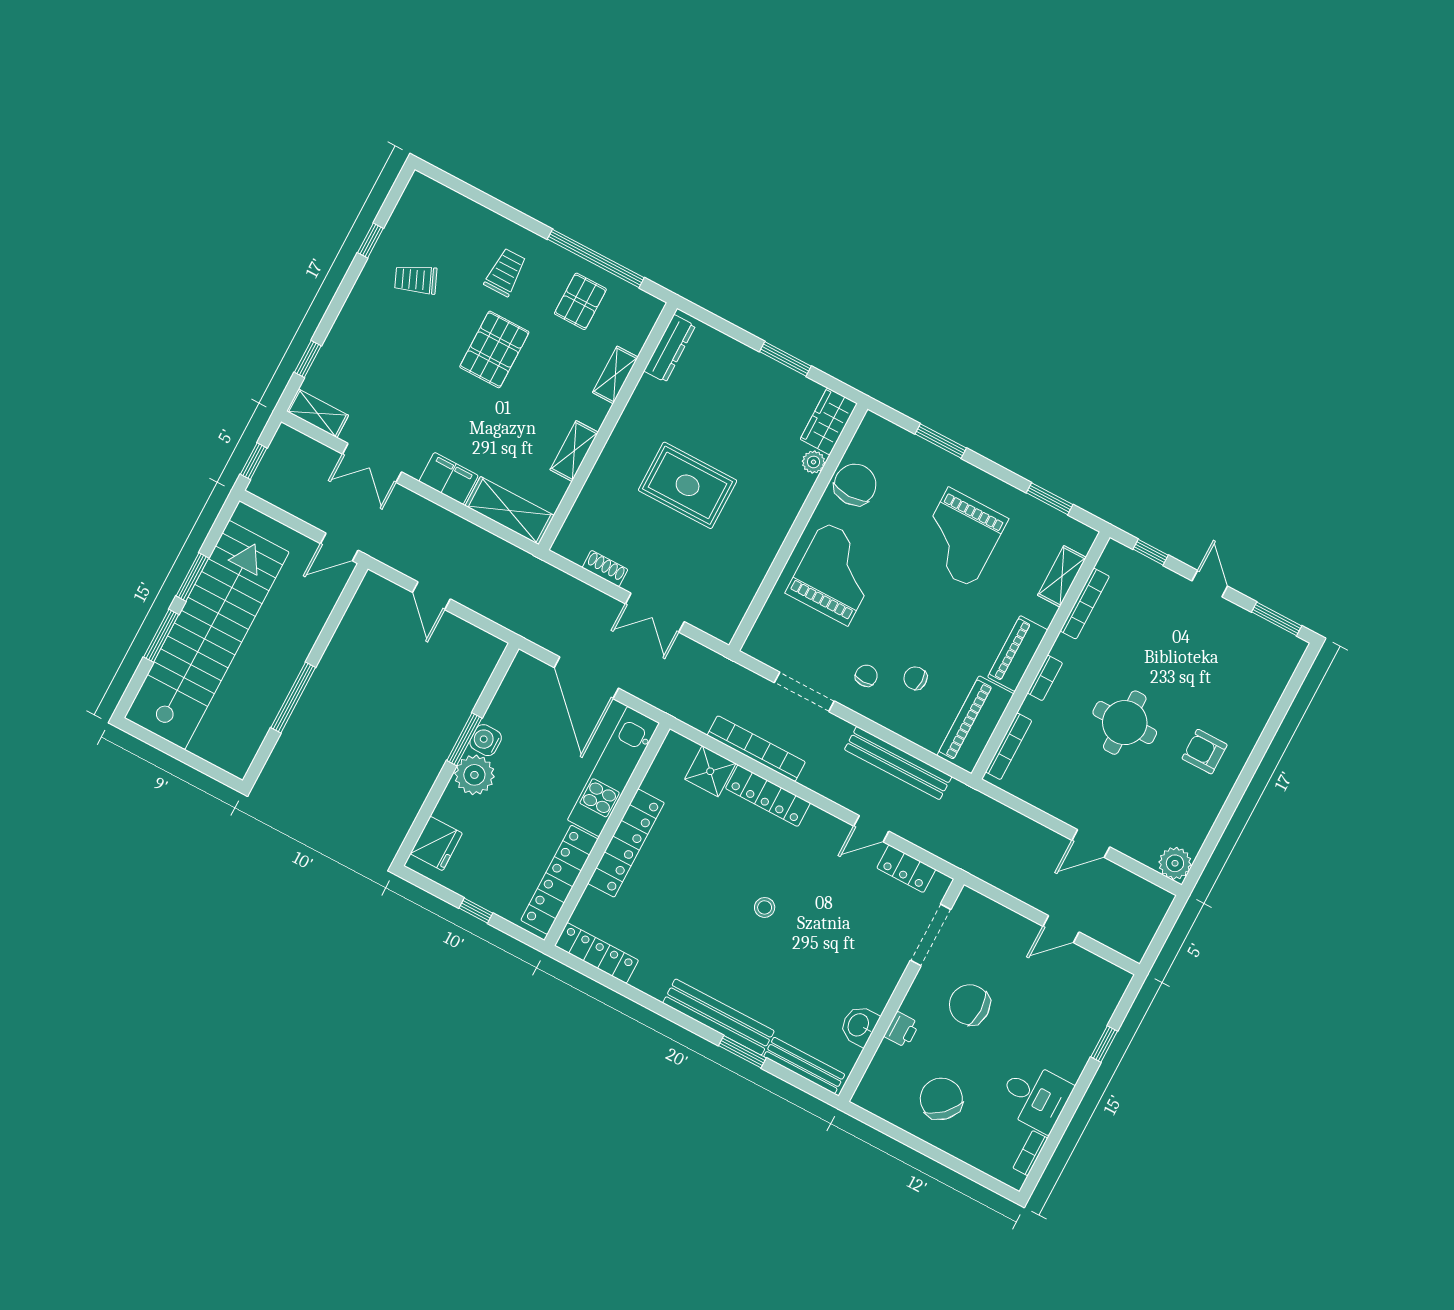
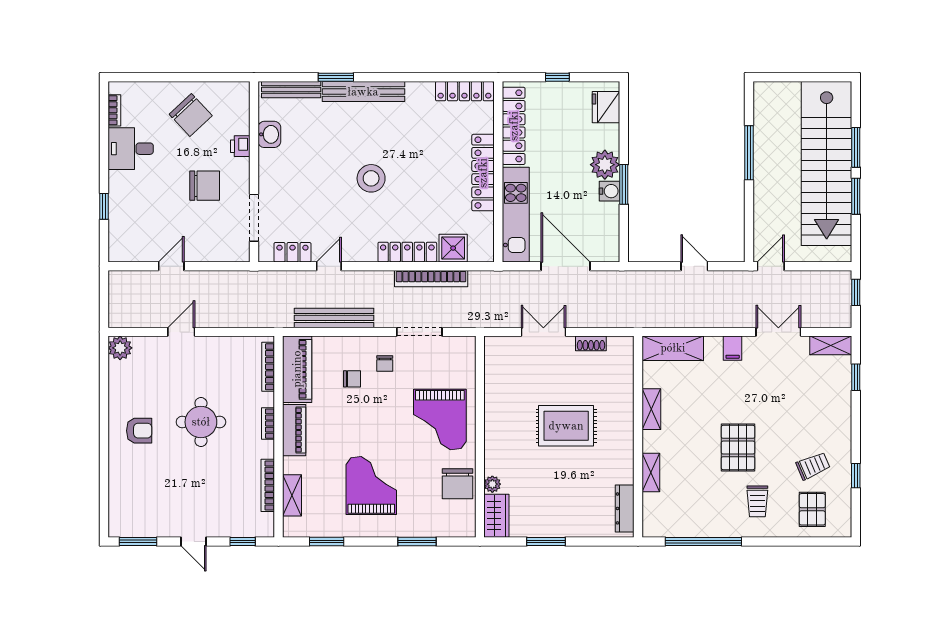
pallet: (580, 301) -> (812, 509), moved
filing cabinet: (449, 478) -> (733, 348), width x0.50
stool: (765, 907) -> (371, 178), width x1.89, depth x1.89

